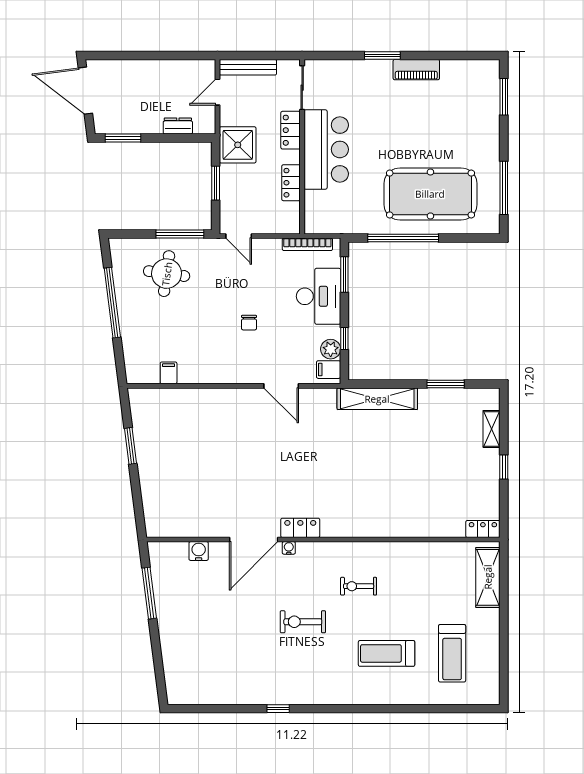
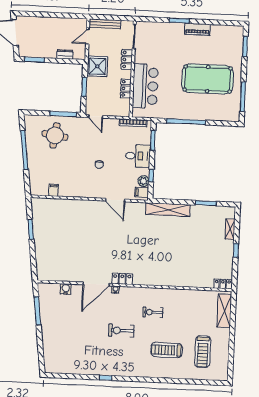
bar counter: (326, 149) -> (145, 86), moved
pool table: (430, 194) -> (208, 79), moved
desk: (318, 296) -> (138, 156), width x0.73

